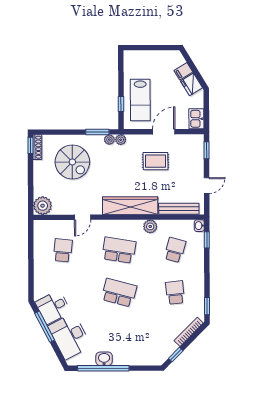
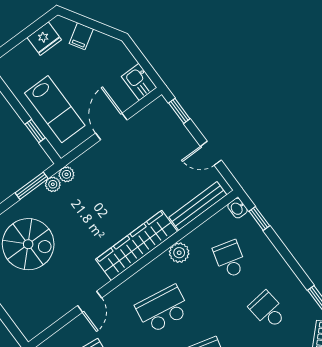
fridge: (192, 84) -> (44, 39), moved, turned -59
rug: (156, 161) -> (128, 169), removed
door: (207, 185) -> (211, 153), swing flipped
plant: (43, 206) -> (31, 323), removed

